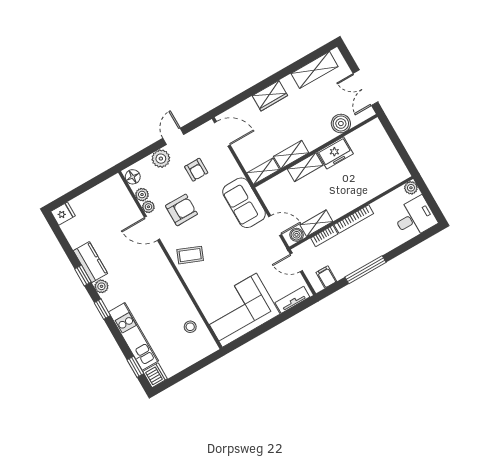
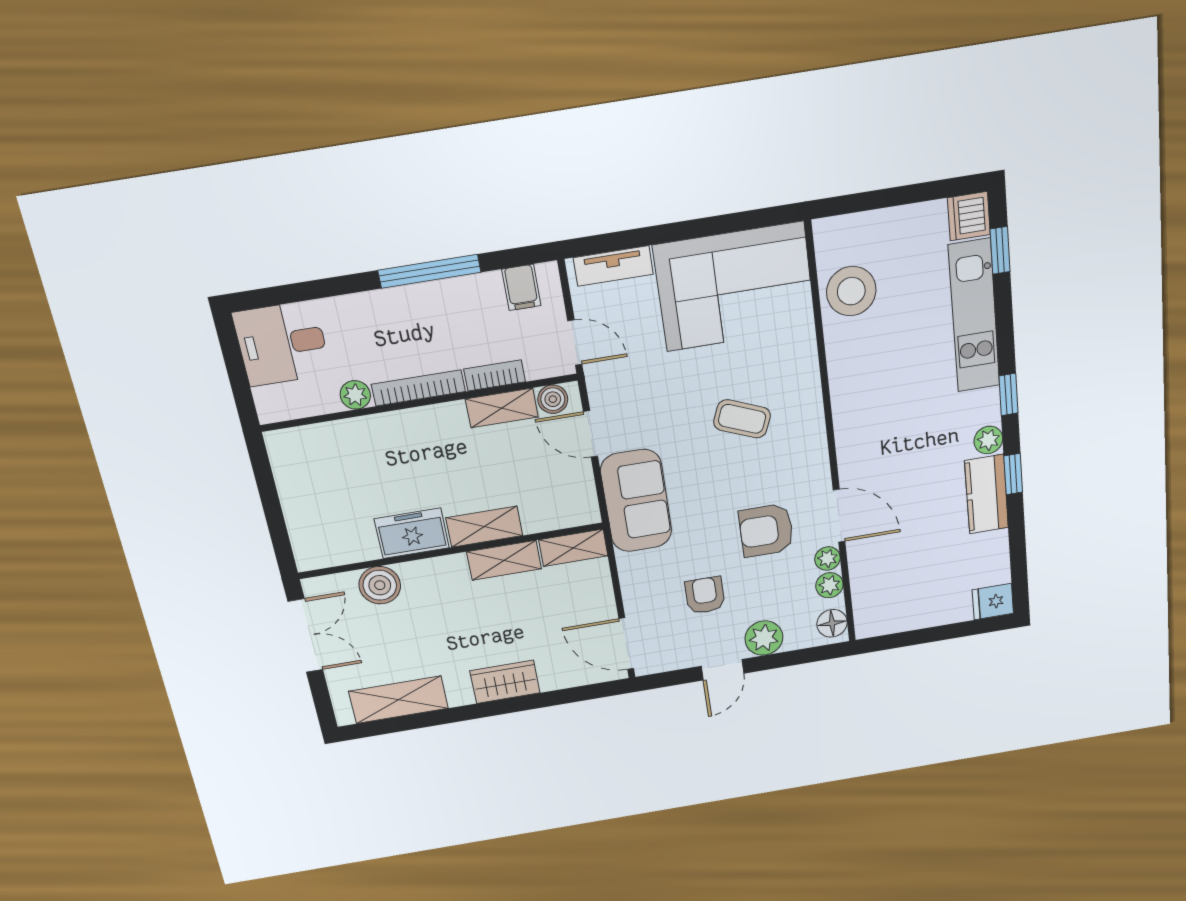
plant: (411, 188) -> (355, 395), moved
coffee table: (190, 255) -> (742, 419), moved
stool: (190, 327) -> (851, 291), width x1.89, depth x1.89

